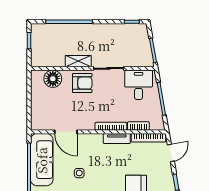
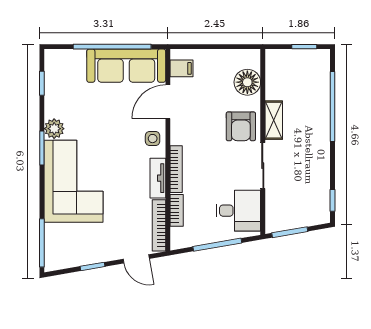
filing cabinet: (44, 123) -> (182, 68), added
side table: (79, 173) -> (153, 139), moved

